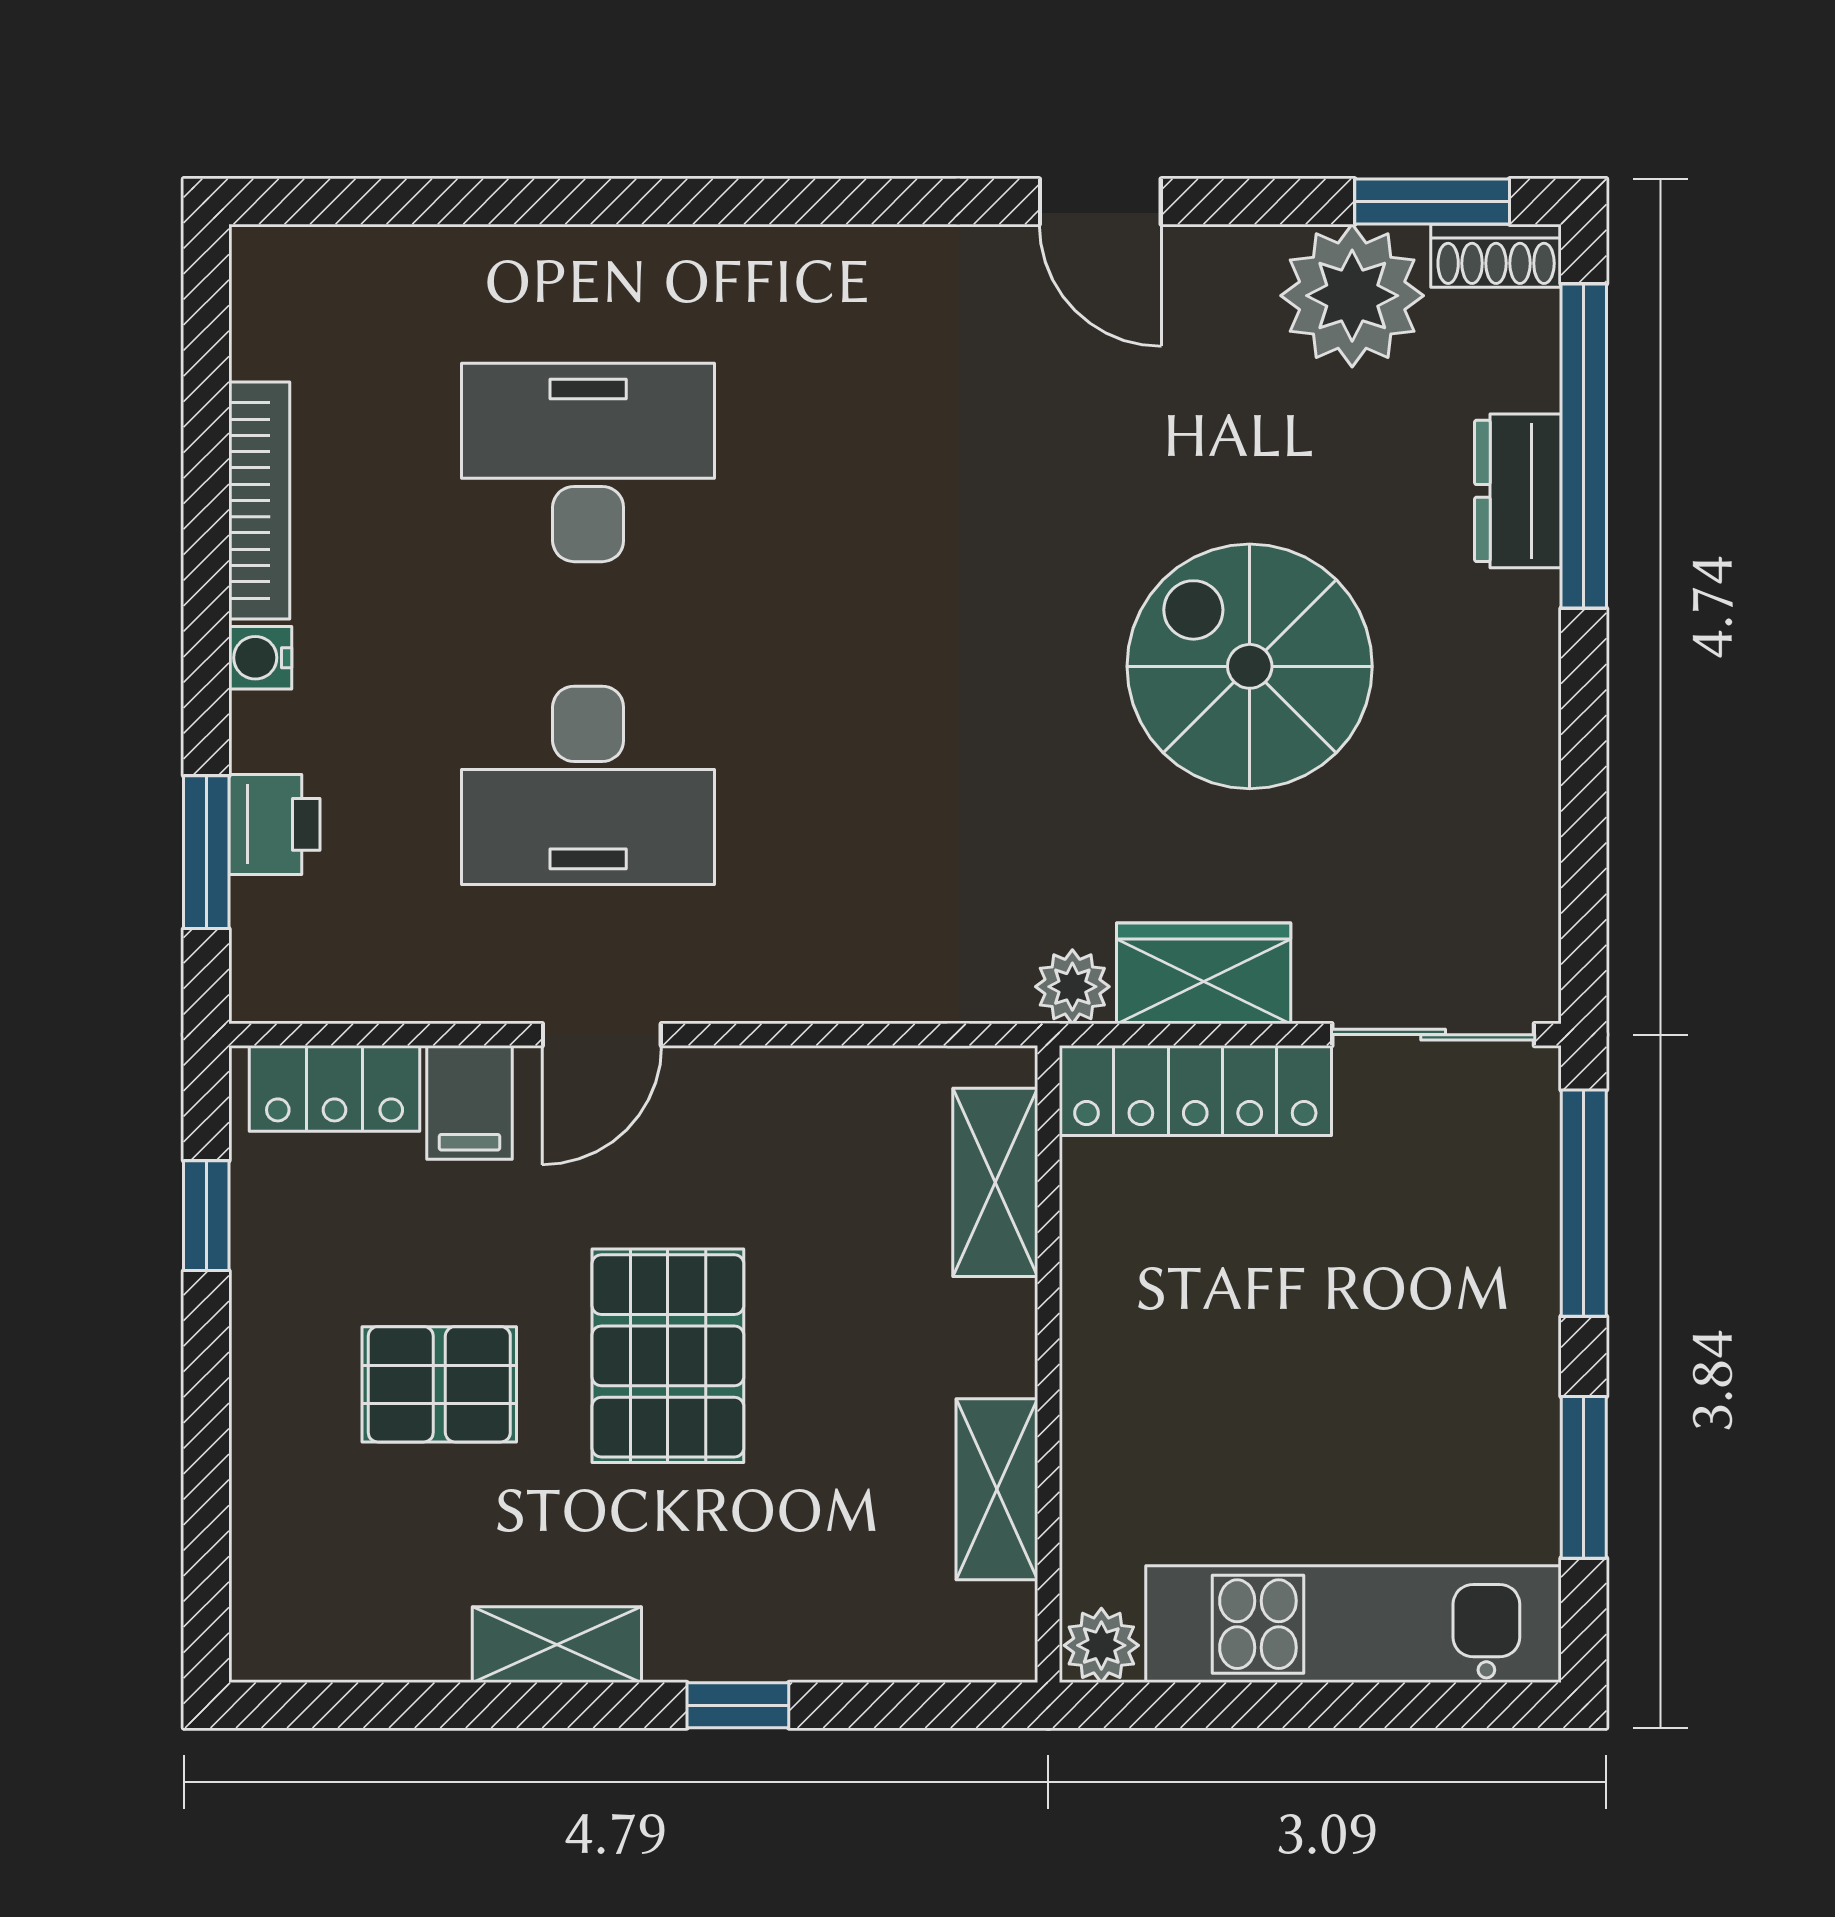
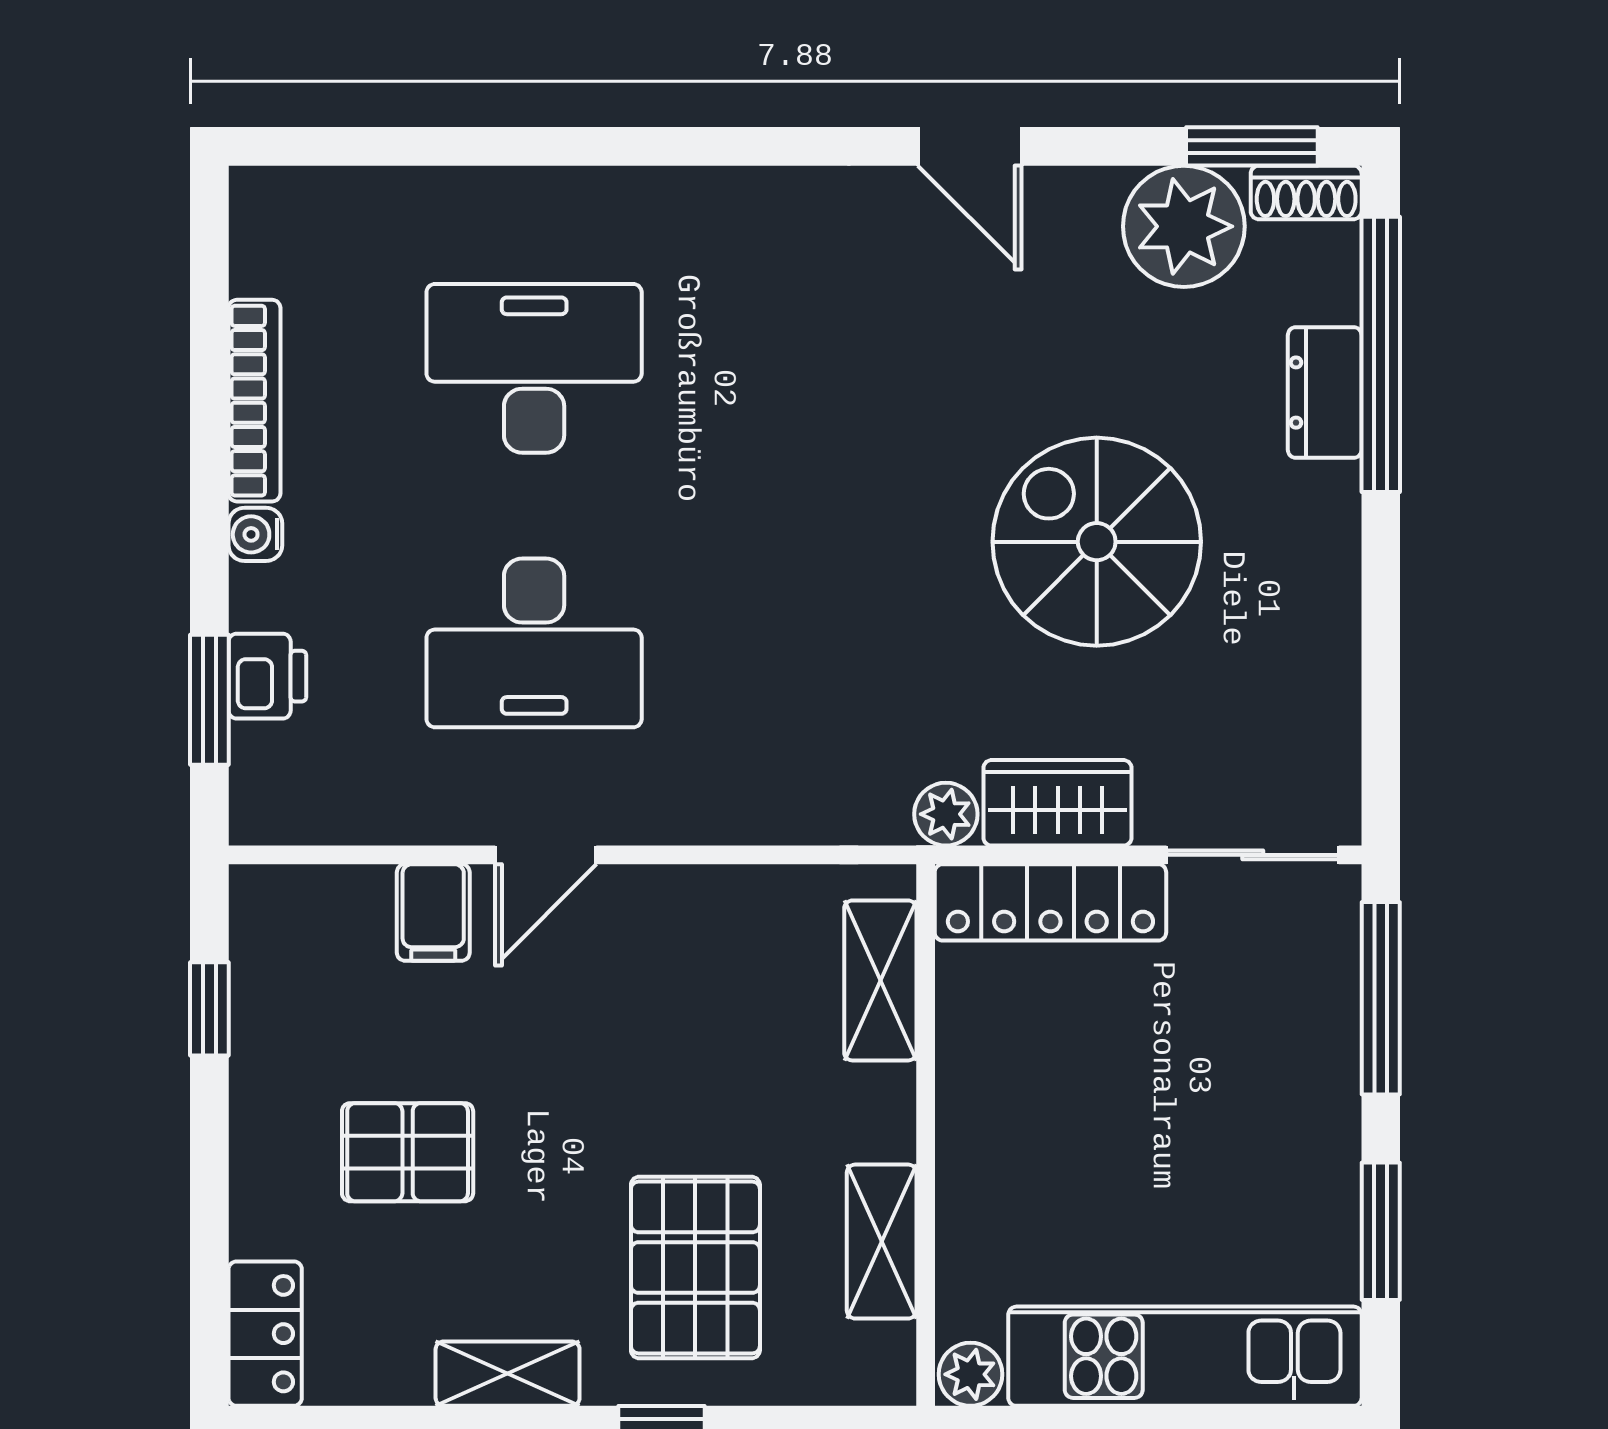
locker: (335, 1088) -> (265, 1334), moved, turned -90
pallet: (668, 1356) -> (695, 1268), moved

